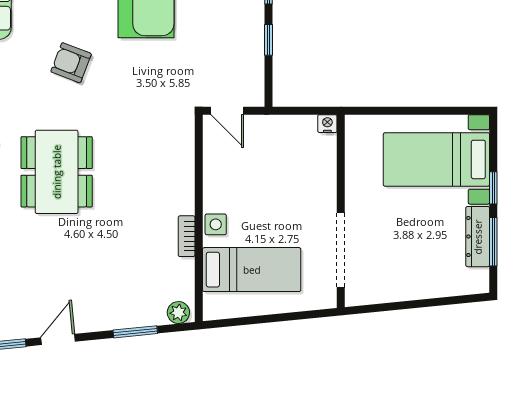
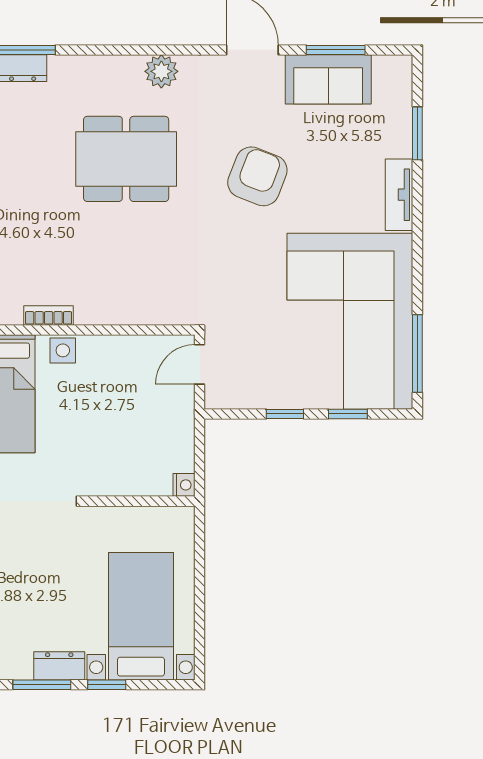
armchair: (71, 63) -> (257, 176), width x1.38, depth x1.38
dresser: (478, 237) -> (59, 666), width x0.70

